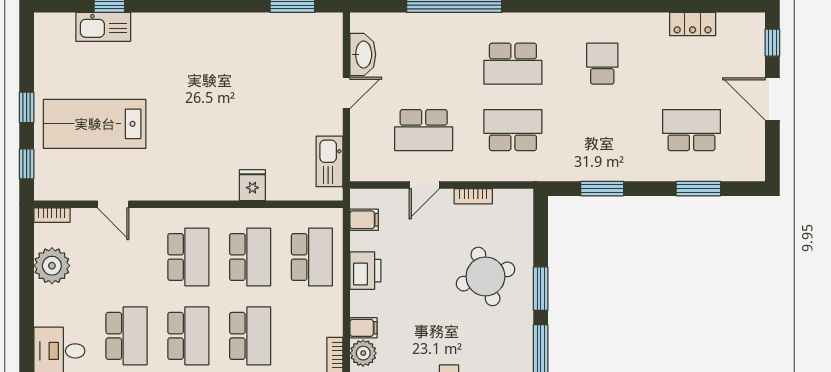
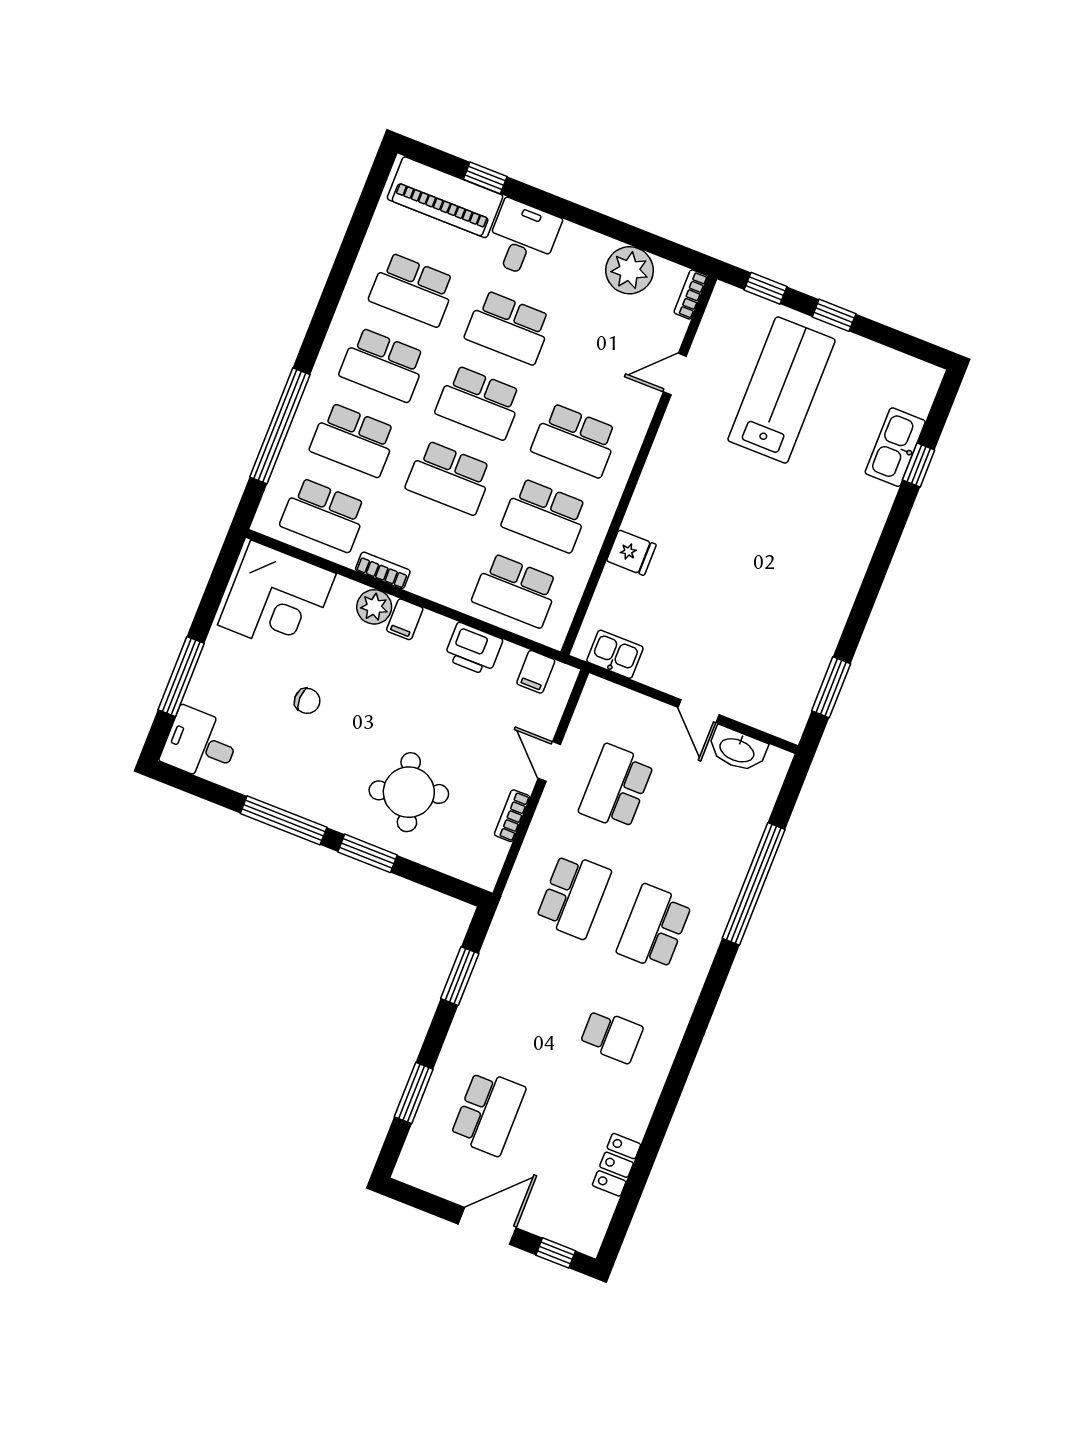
kitchen sink: (329, 161) -> (615, 654), width x0.73

